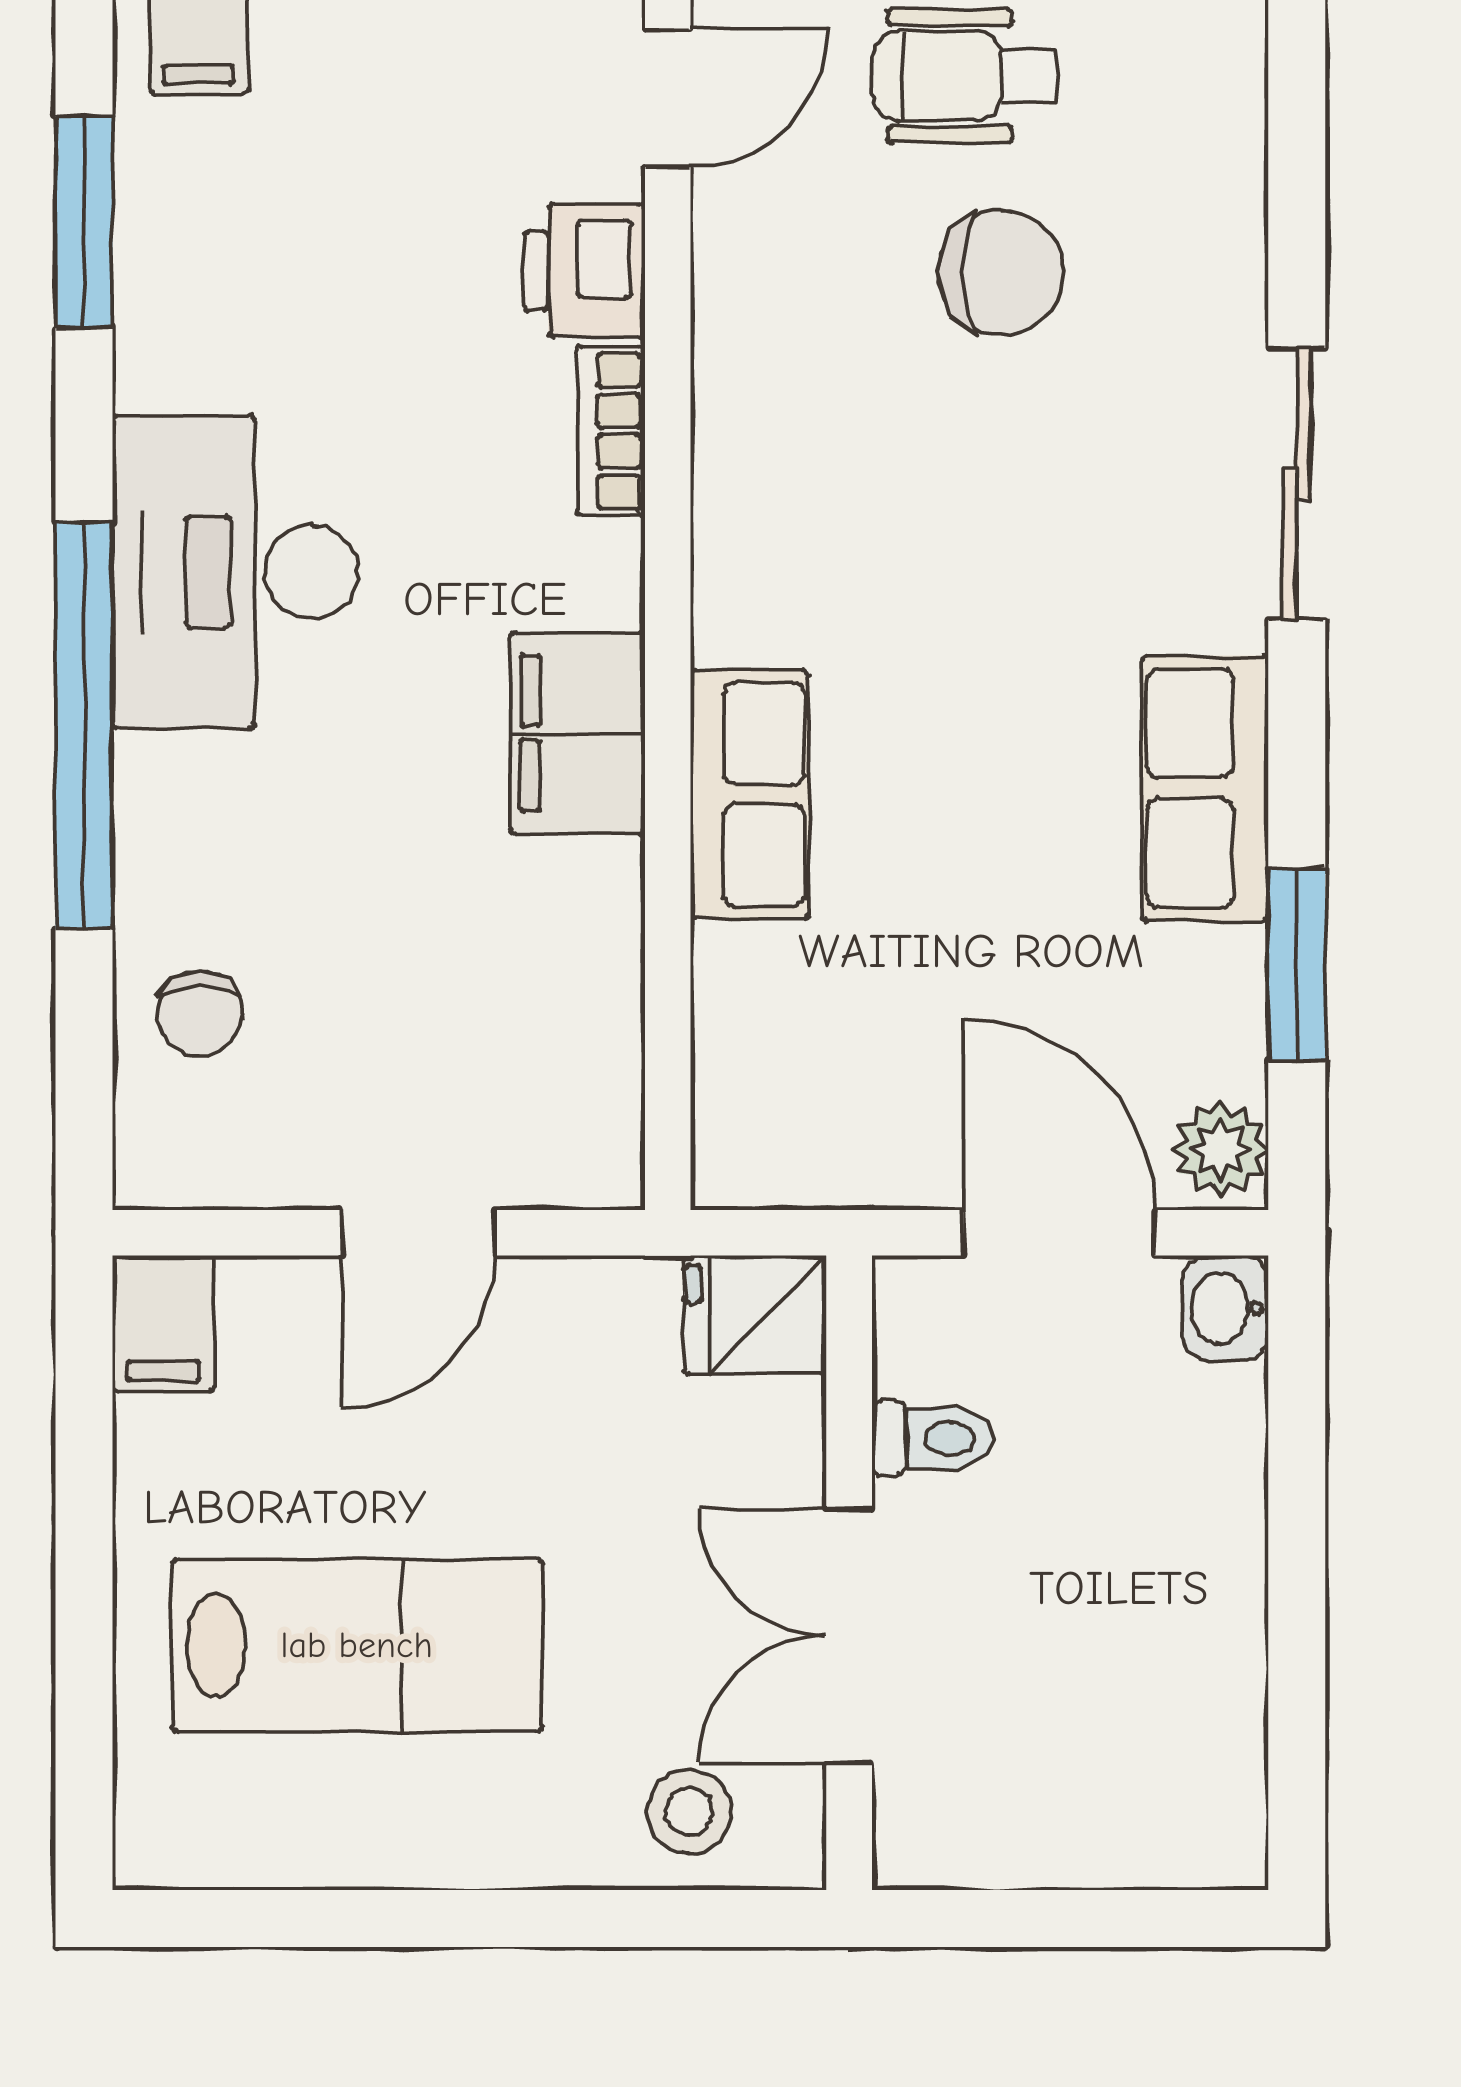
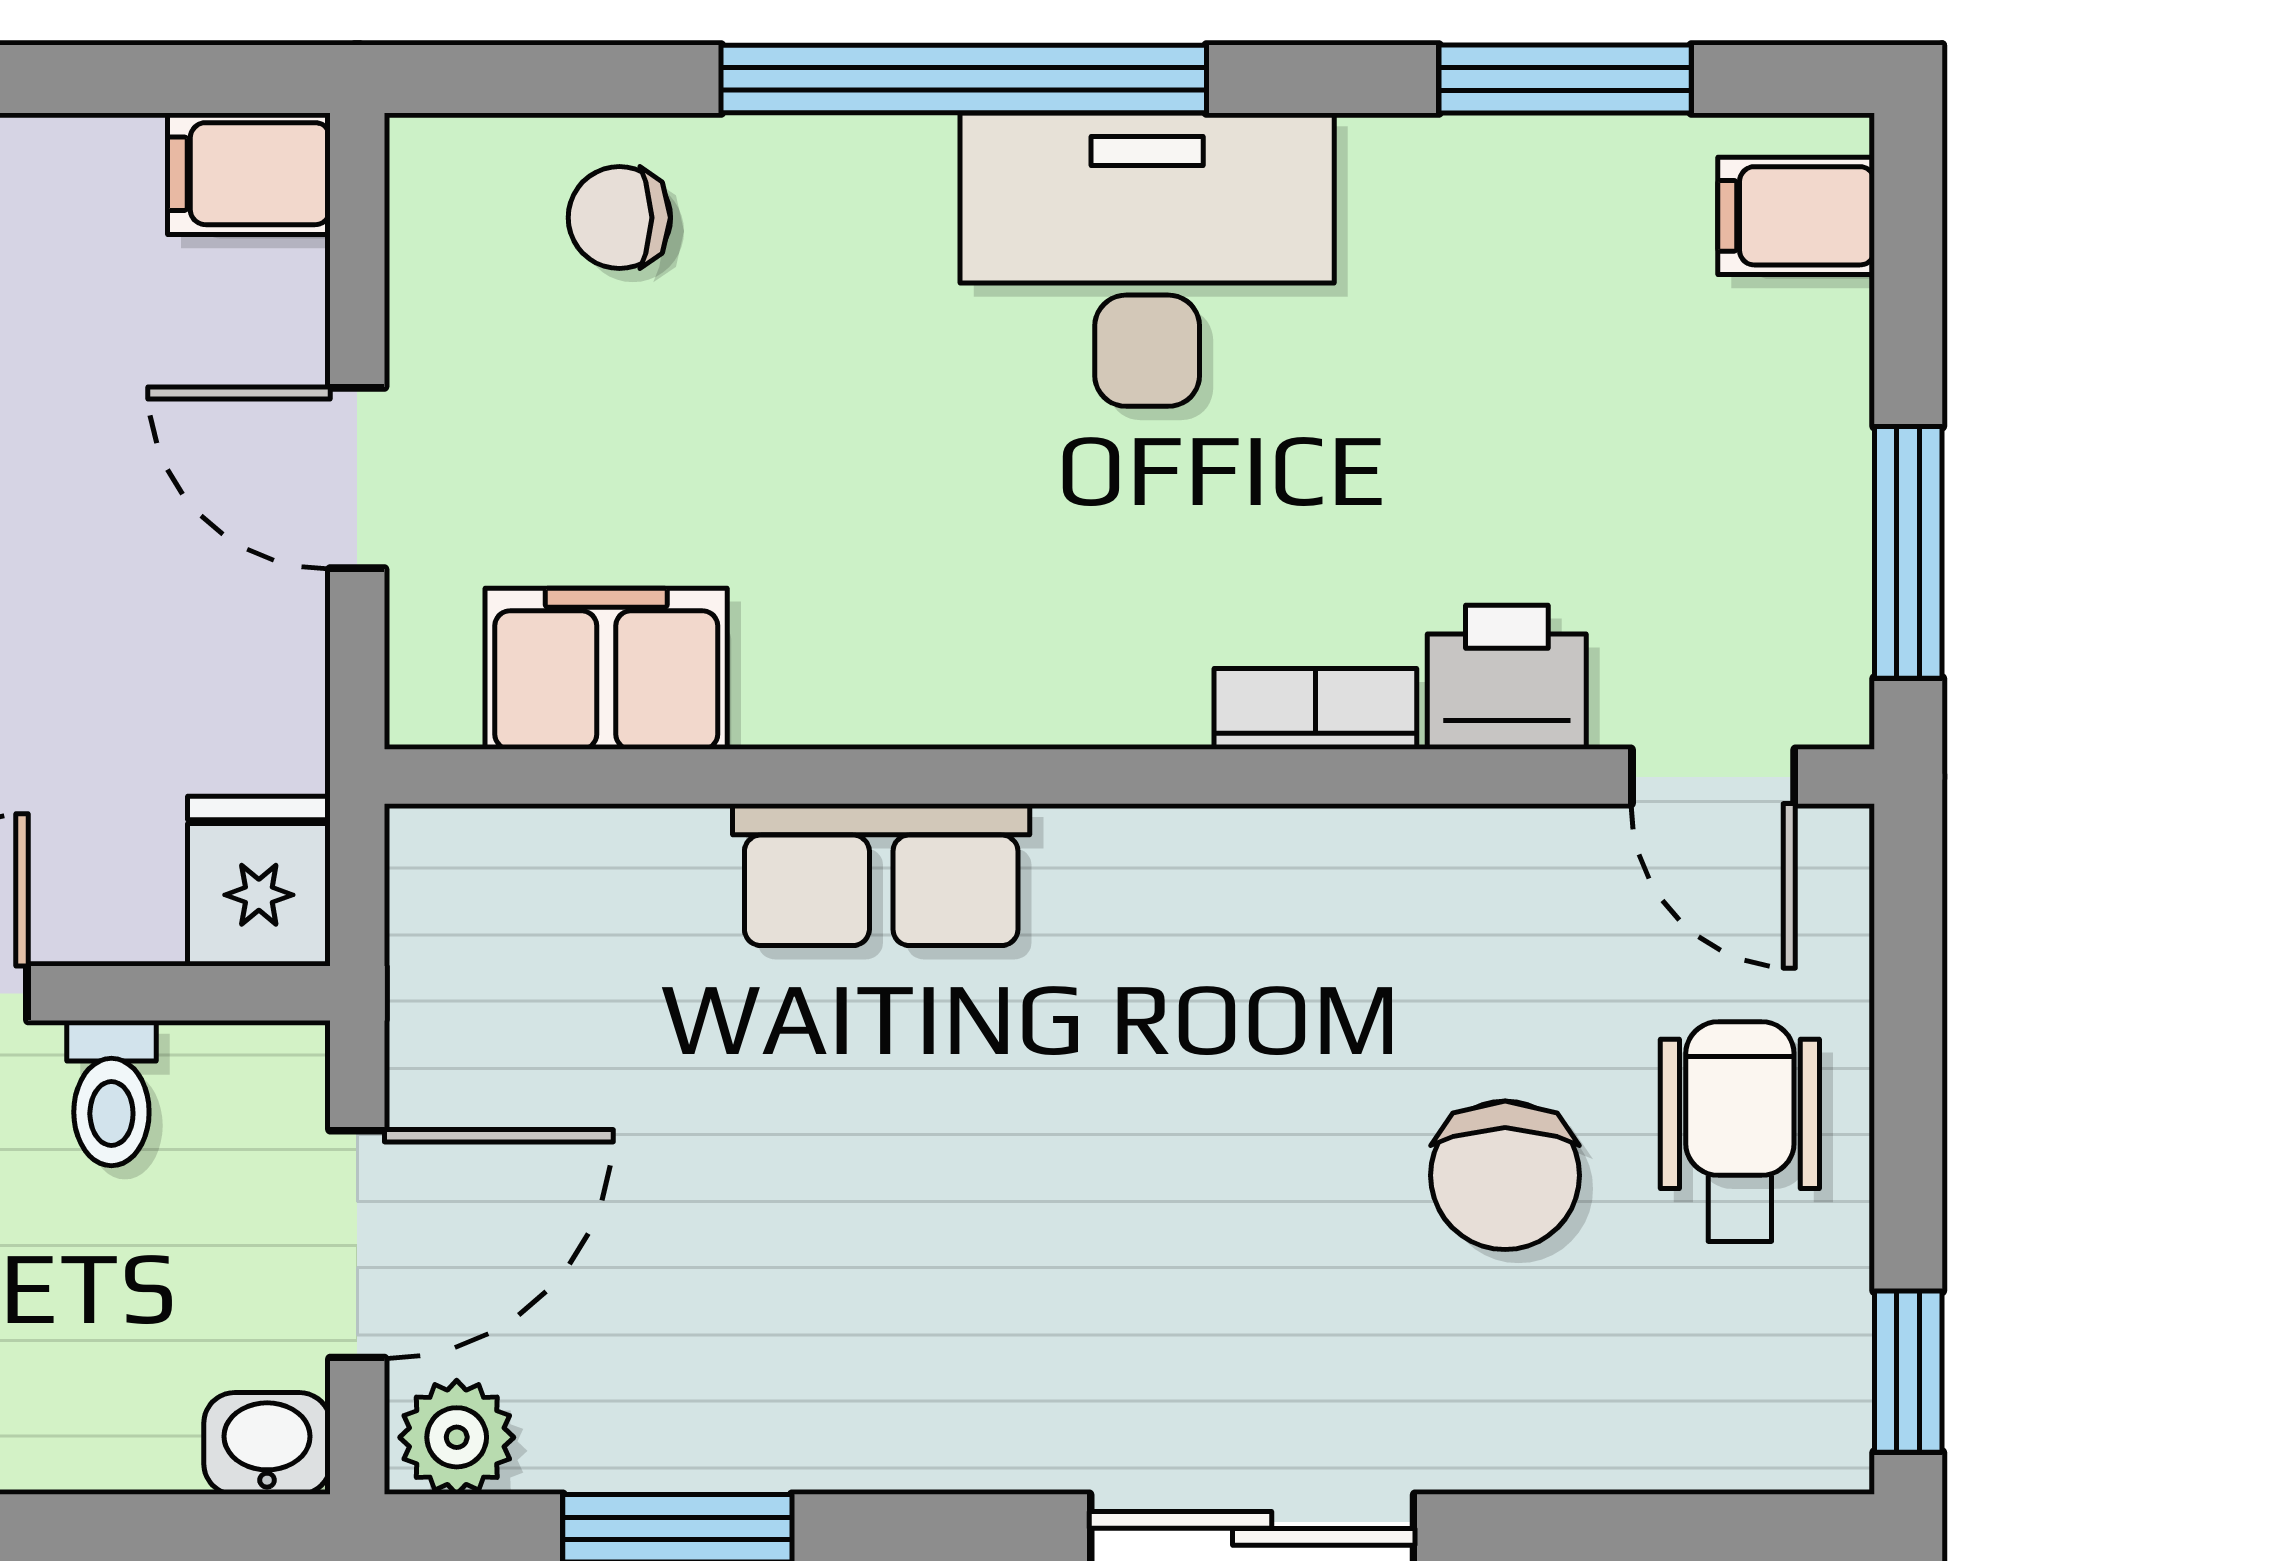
filing cabinet: (578, 733) -> (606, 669), moved
row of seats: (1205, 788) -> (889, 1419), removed

